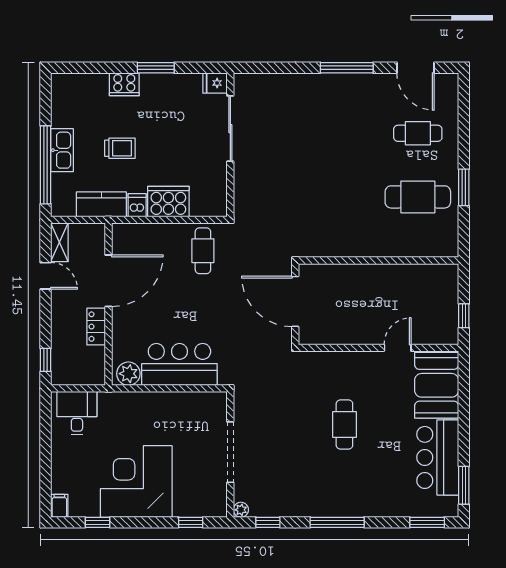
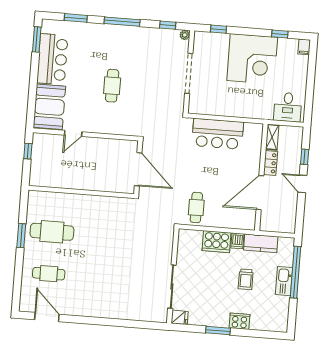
window: (347, 68) -> (92, 321), removed
trolley: (120, 148) -> (246, 279), turned -90
shelving: (59, 242) -> (272, 137), moved
door: (46, 276) -> (302, 184), moved
window: (46, 360) -> (305, 157), moved
plant: (128, 374) -> (252, 130), removed
window: (427, 522) -> (76, 18), moved

